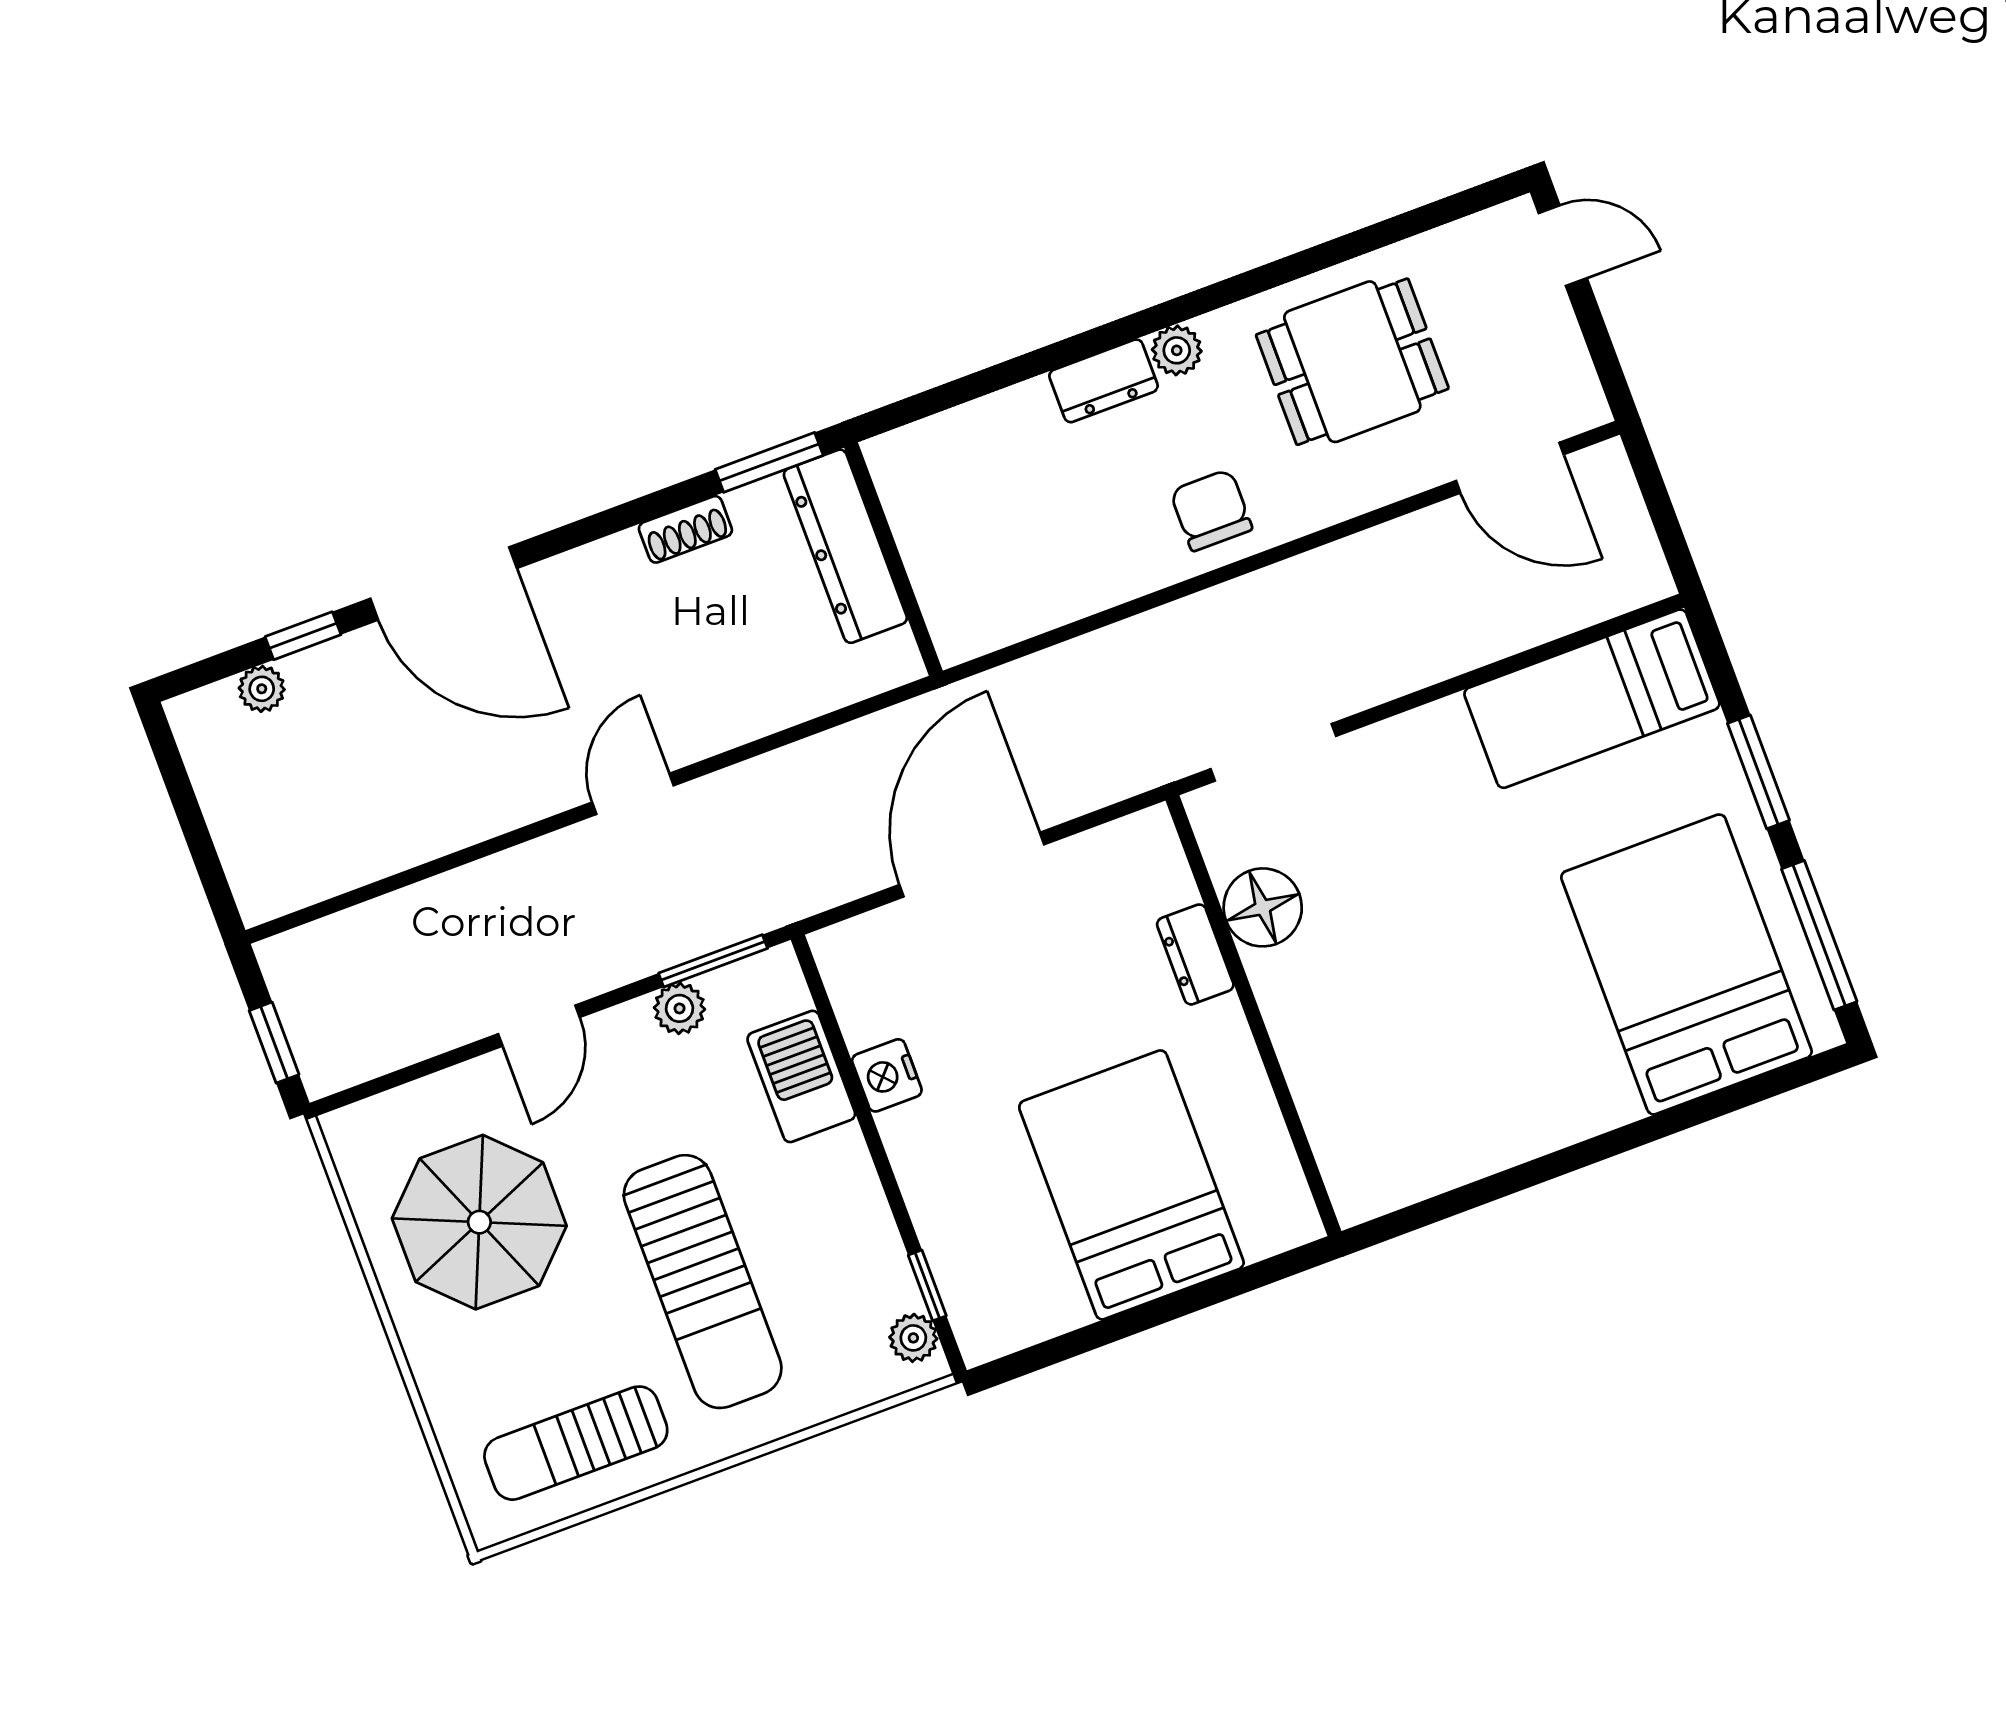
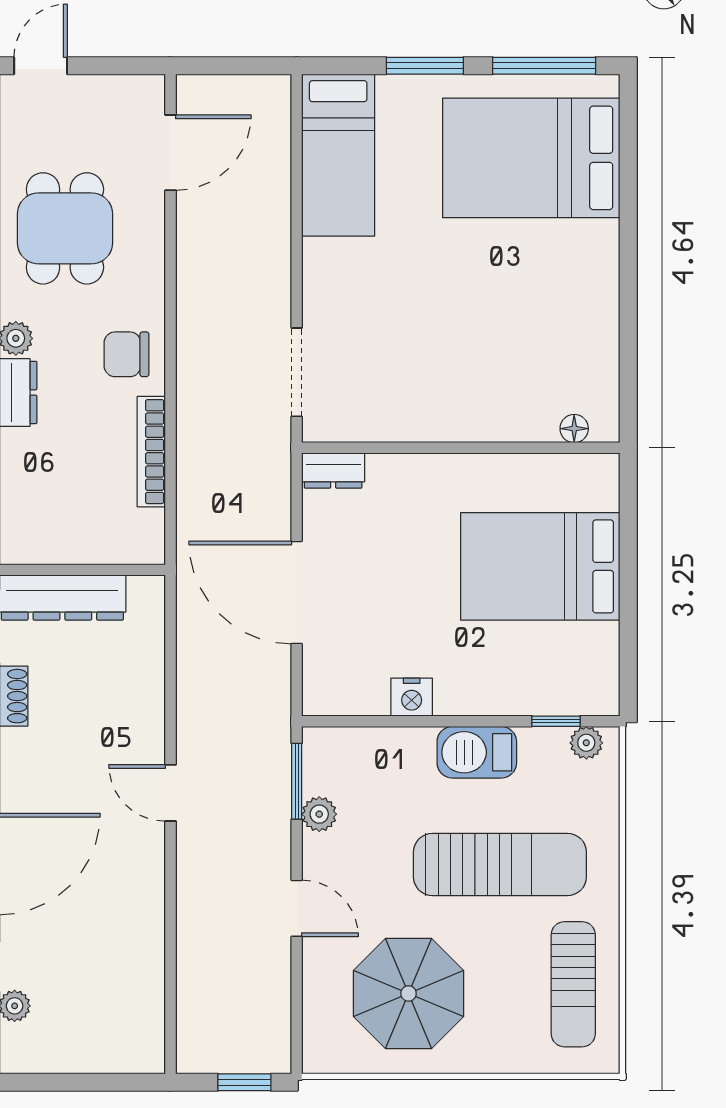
bookcase: (1091, 594) -> (151, 452), added
floor lamp: (1263, 907) -> (574, 429), moved, width x0.53, depth x0.53
dresser: (1195, 954) -> (333, 470), moved
barbecue: (801, 1076) -> (477, 752), moved

